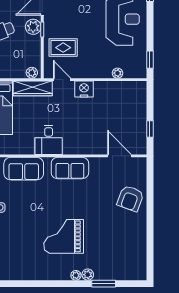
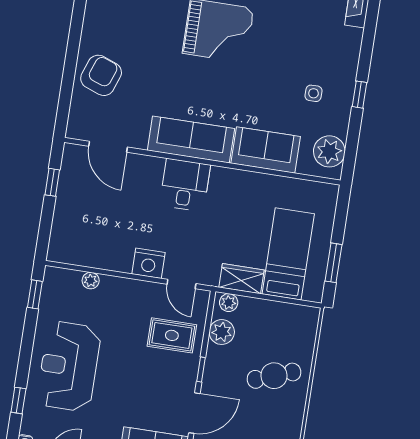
plant: (33, 27) -> (222, 332), moved
wardrobe: (33, 88) -> (241, 279), width x0.67
desk: (49, 140) -> (185, 185), moved
sofa: (70, 168) -> (191, 139), width x1.36

